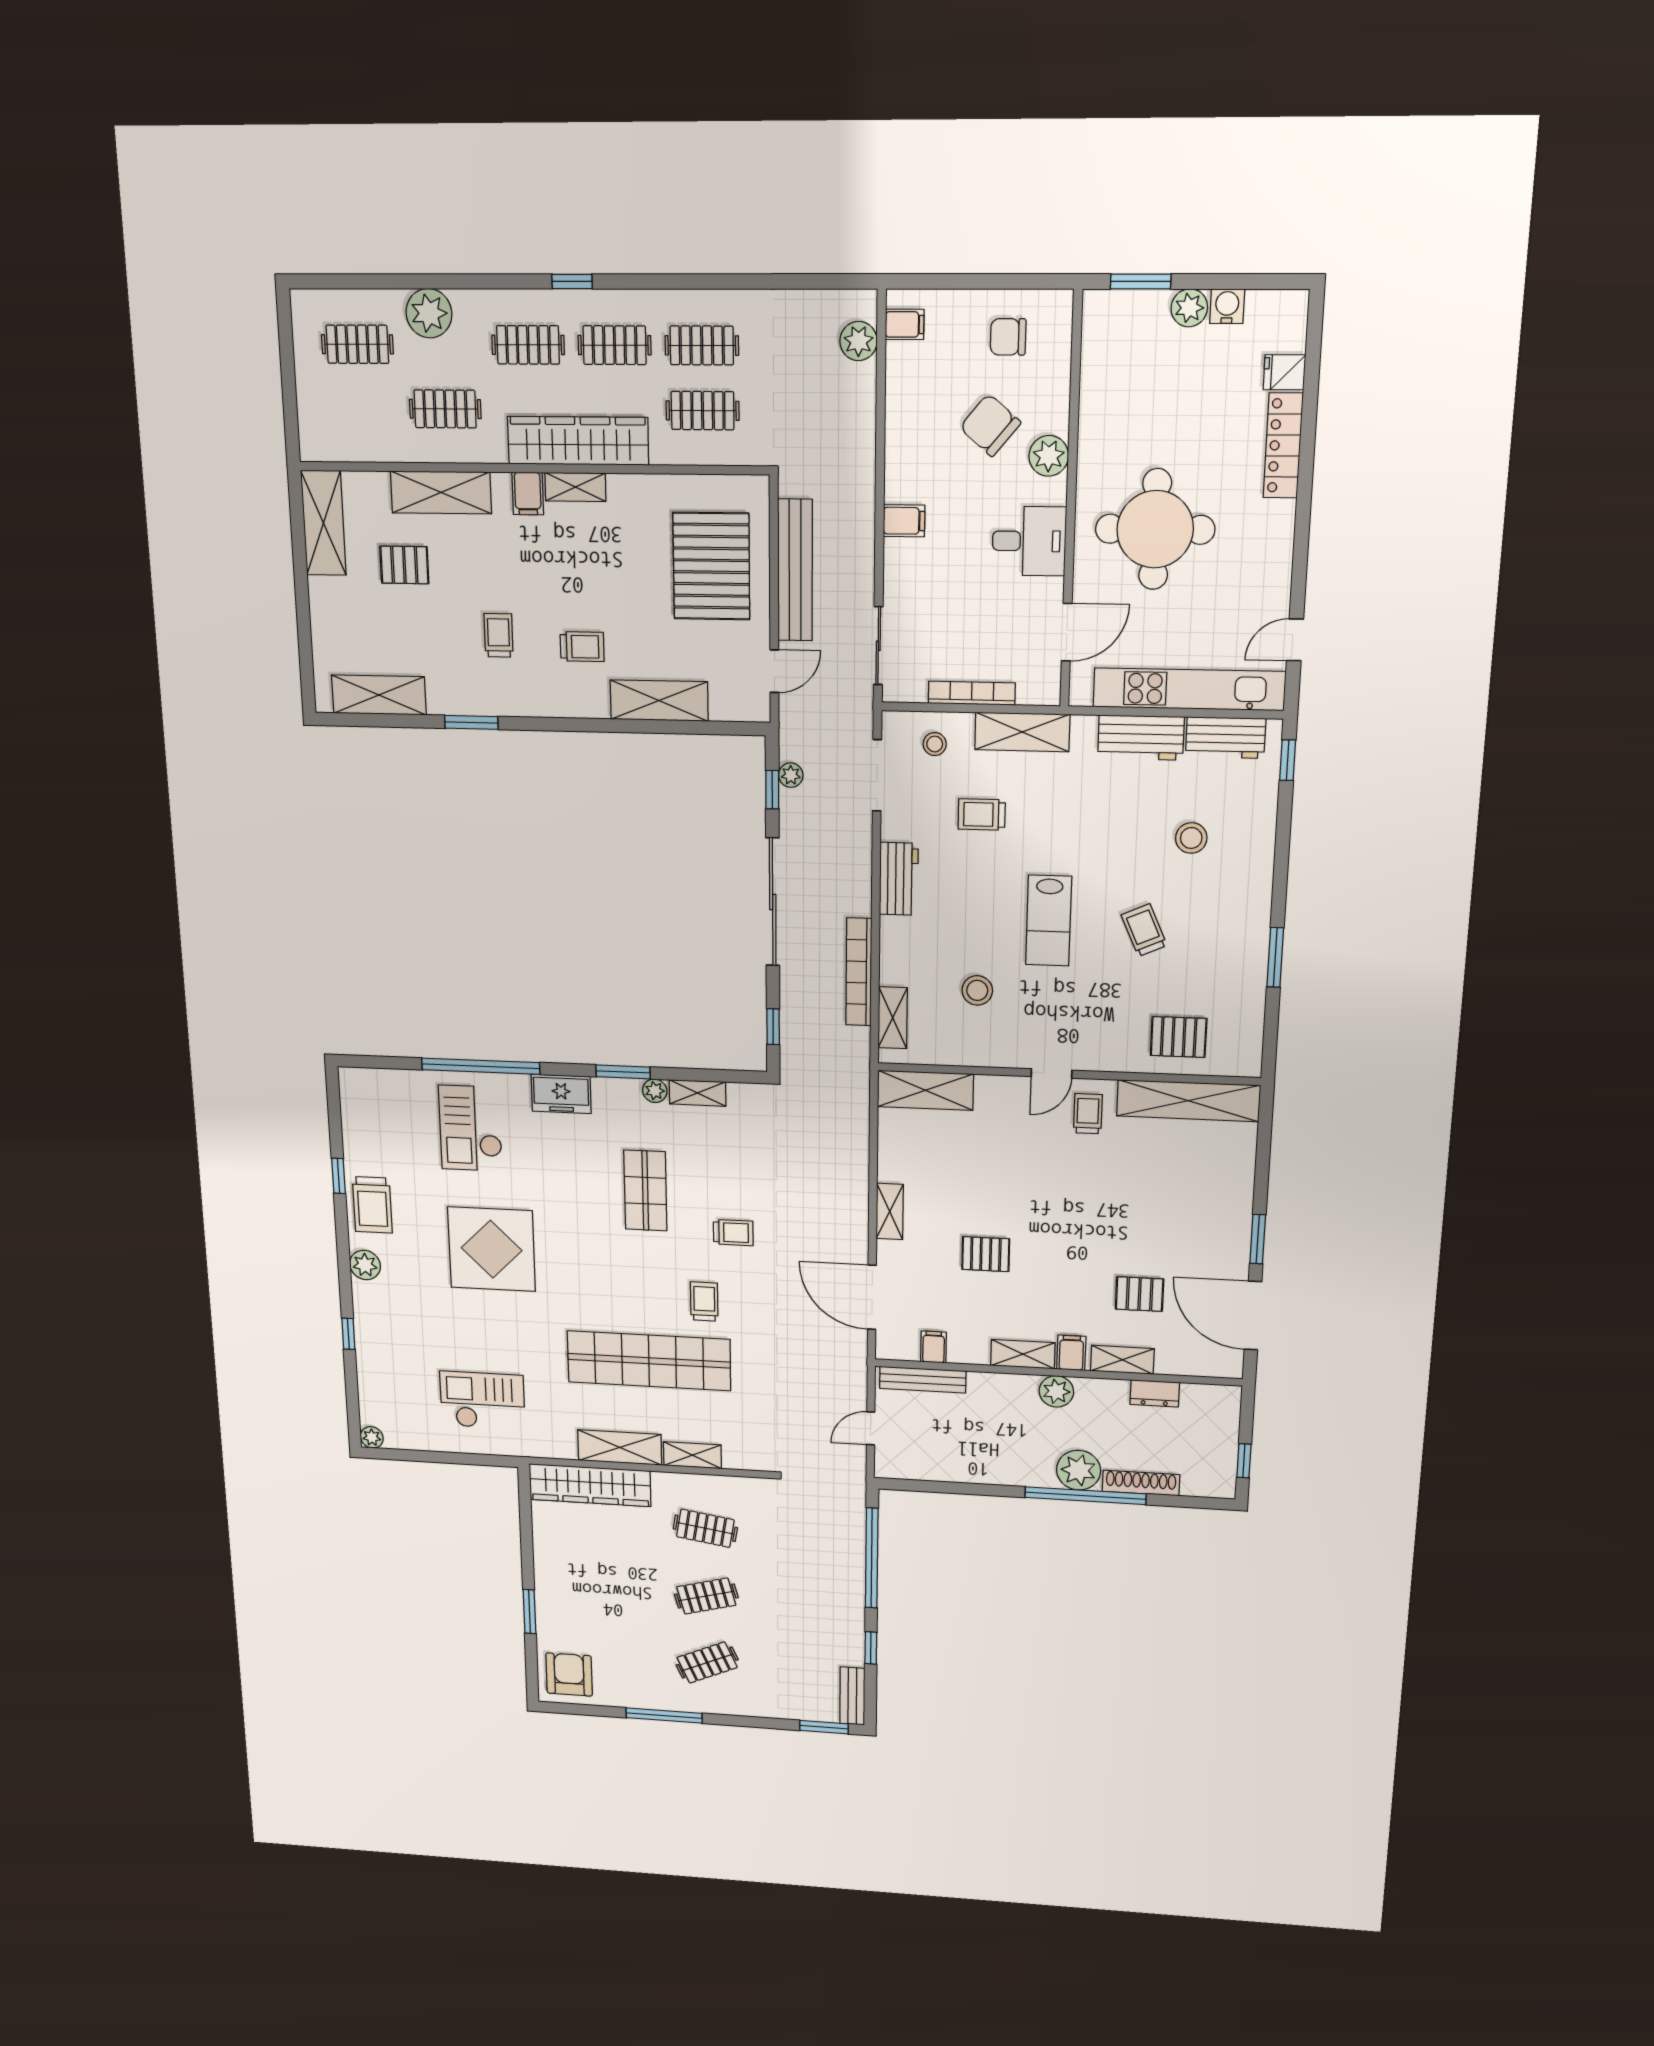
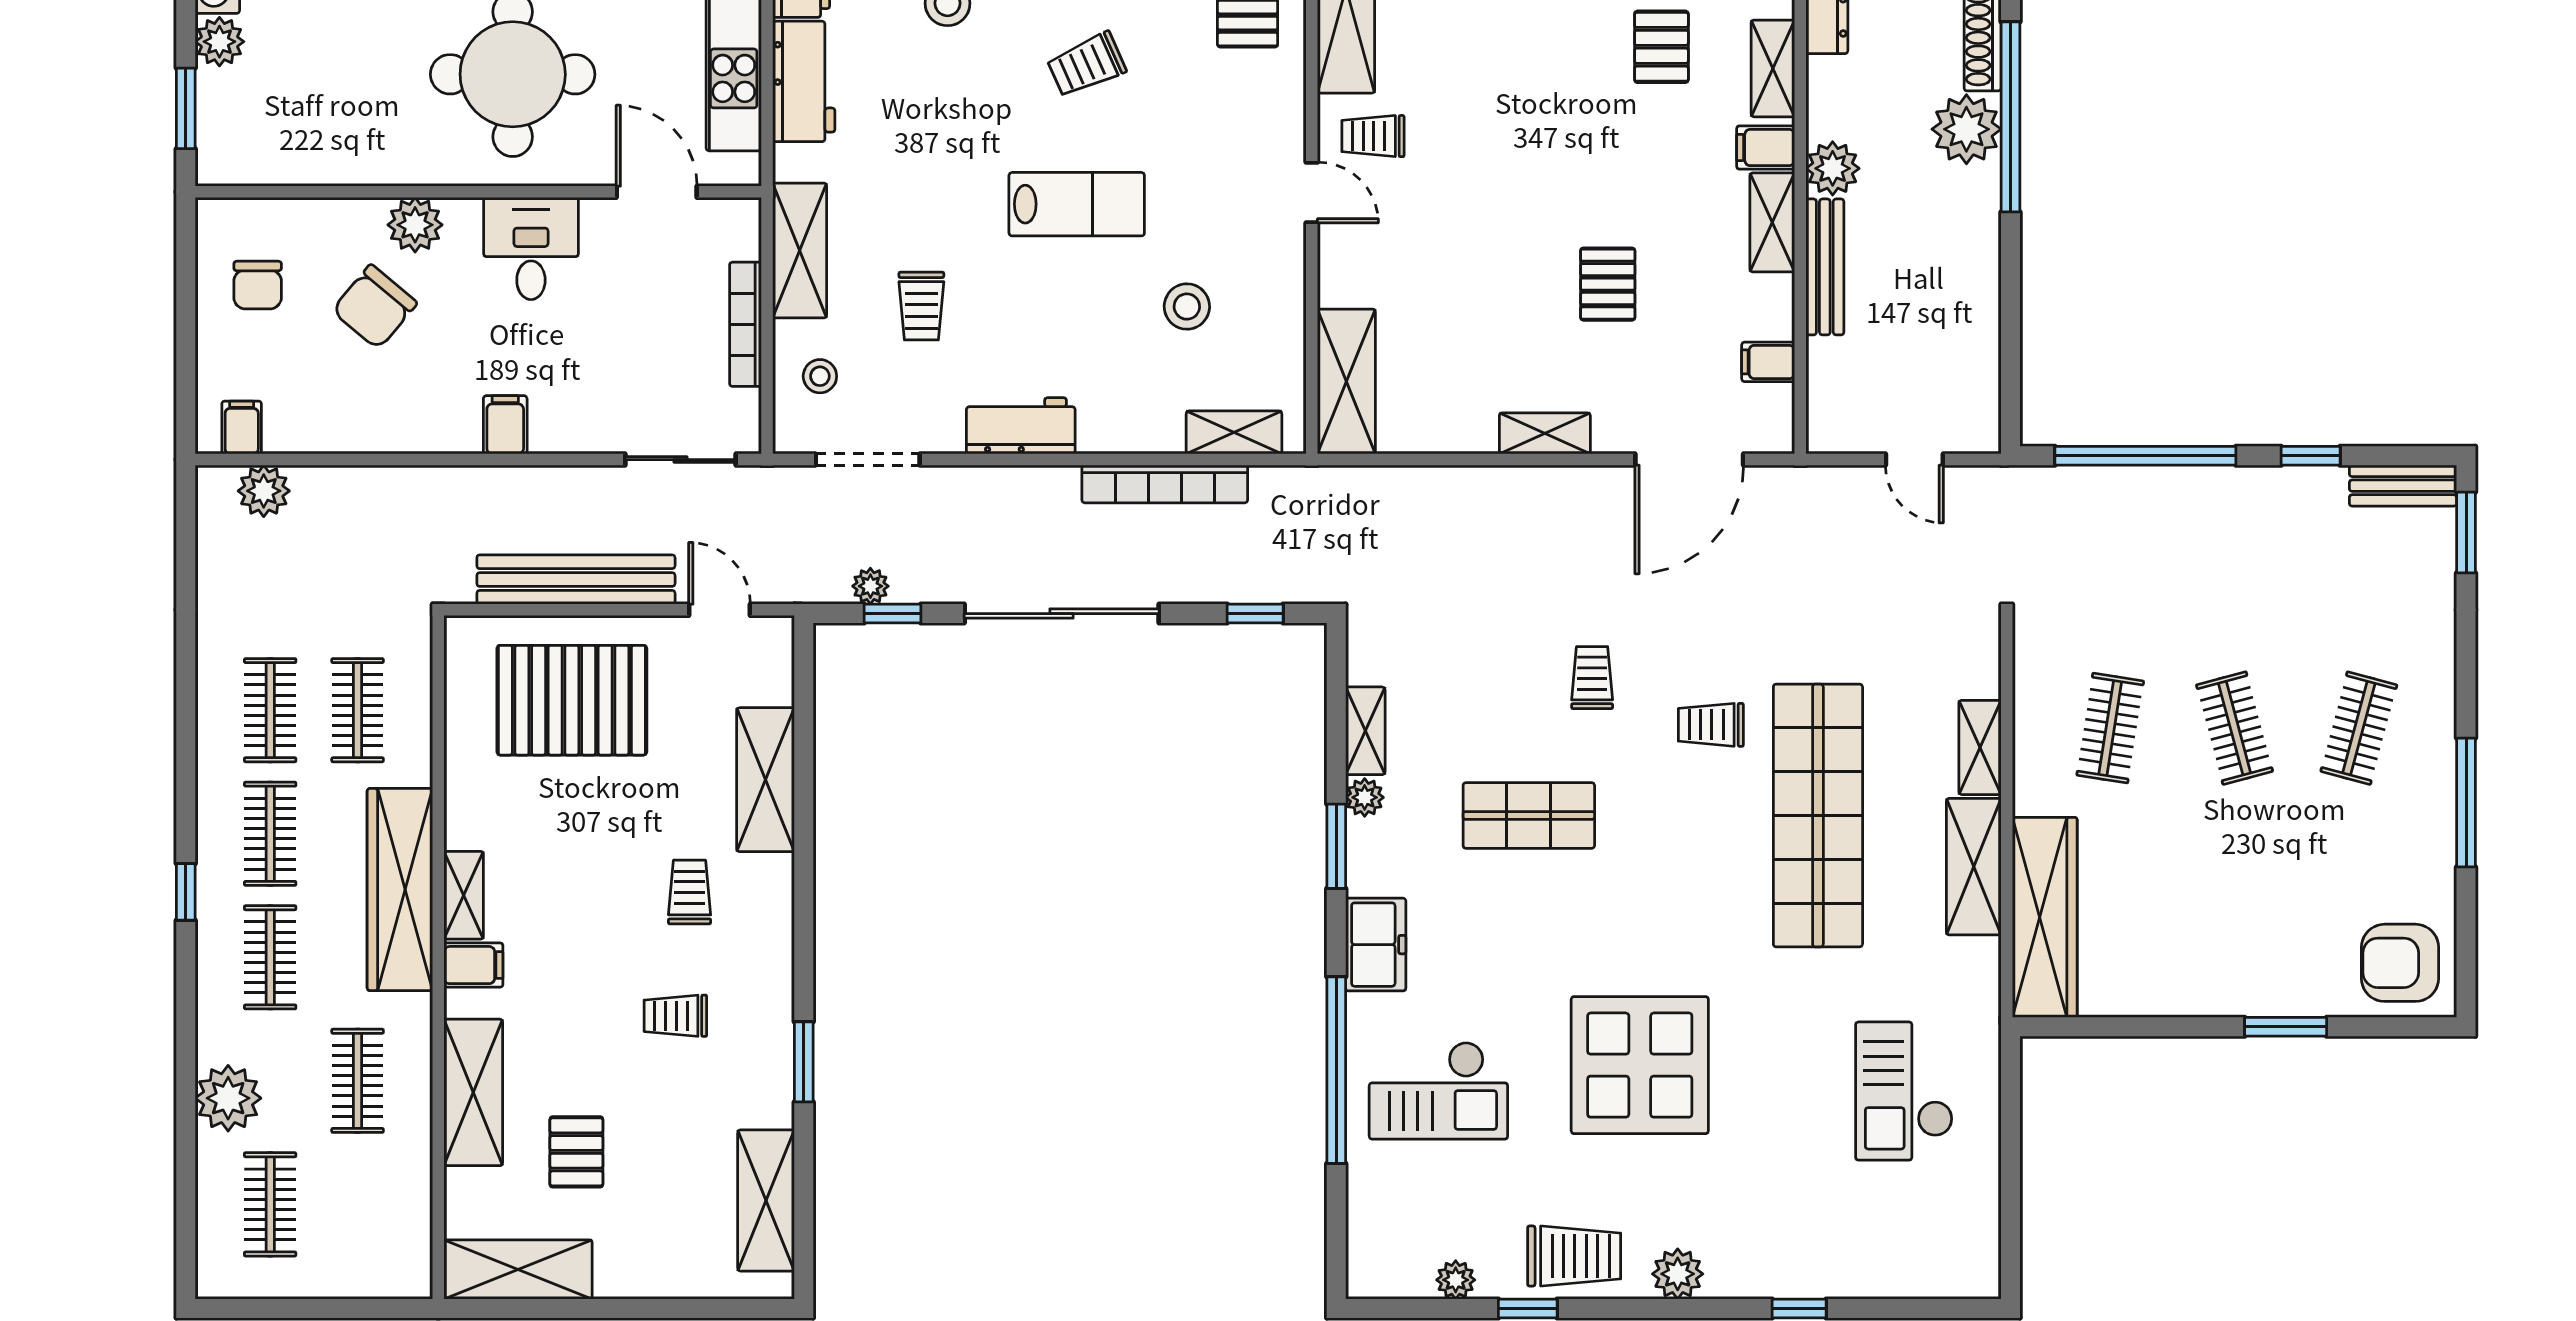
bench: (923, 1380) -> (1825, 267), moved
plant: (372, 1437) -> (1456, 1280), moved
clothes rail: (707, 1662) -> (2359, 728), turned 39

